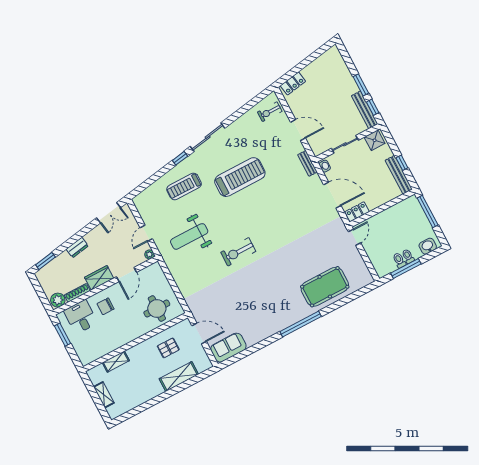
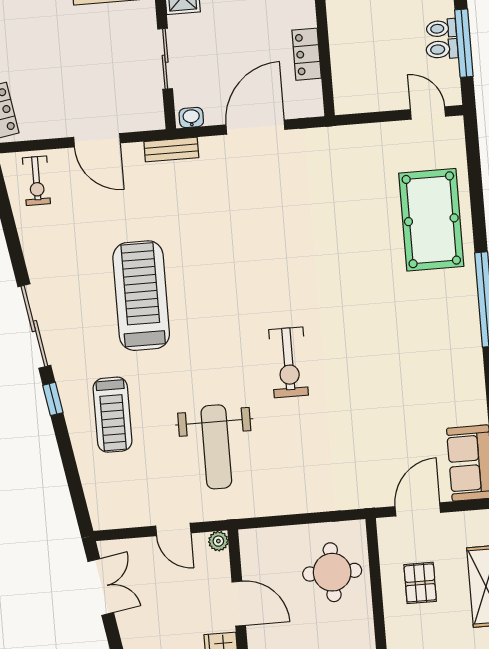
door: (298, 130) -> (97, 140), swing flipped
locker: (357, 212) -> (307, 54), moved
door: (355, 237) -> (428, 113), moved

